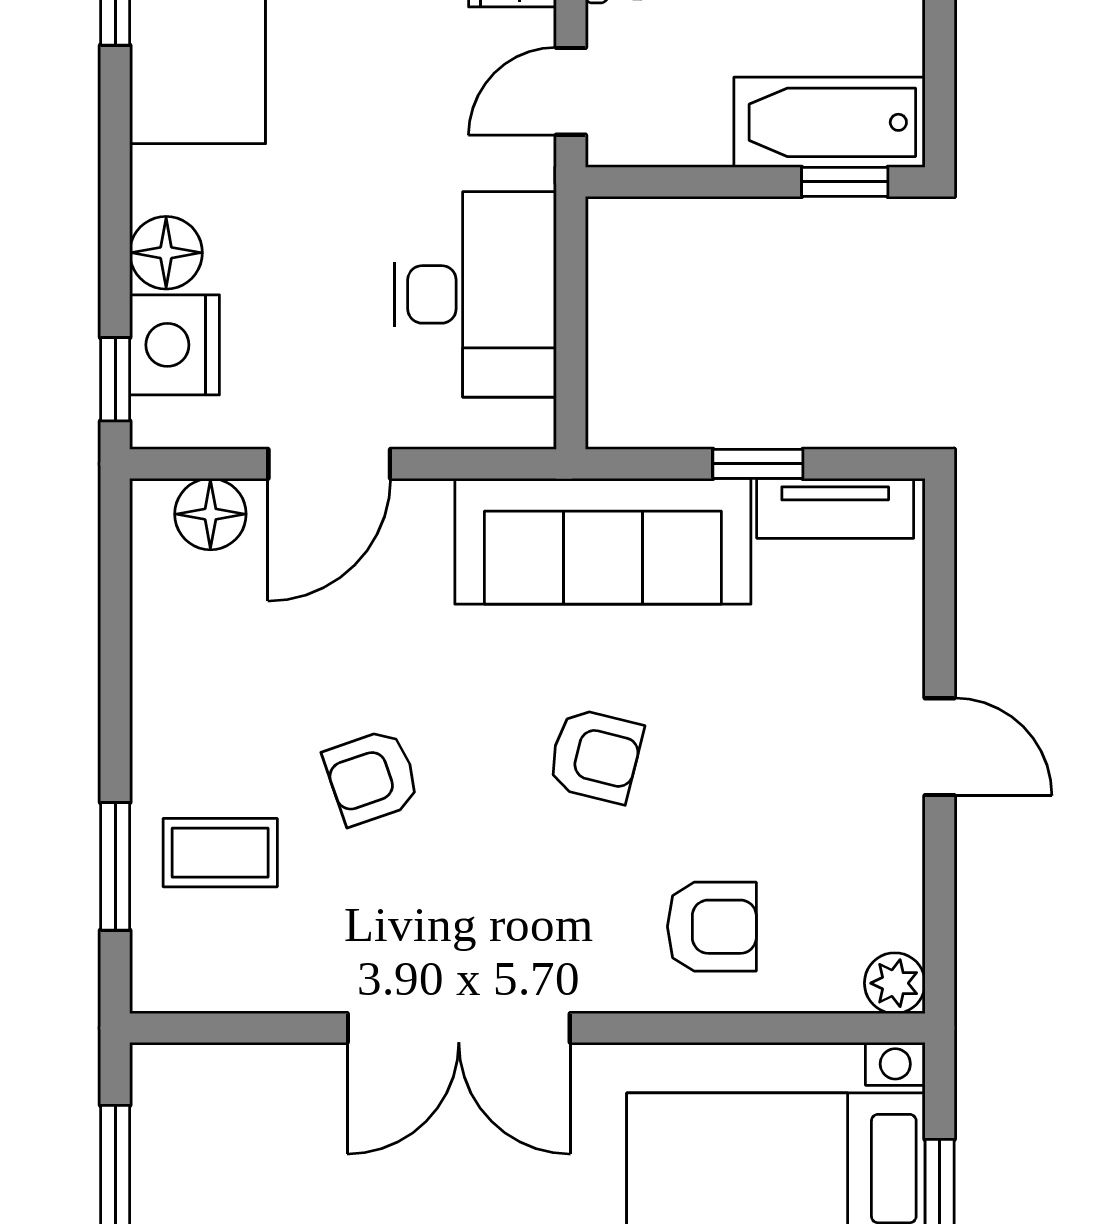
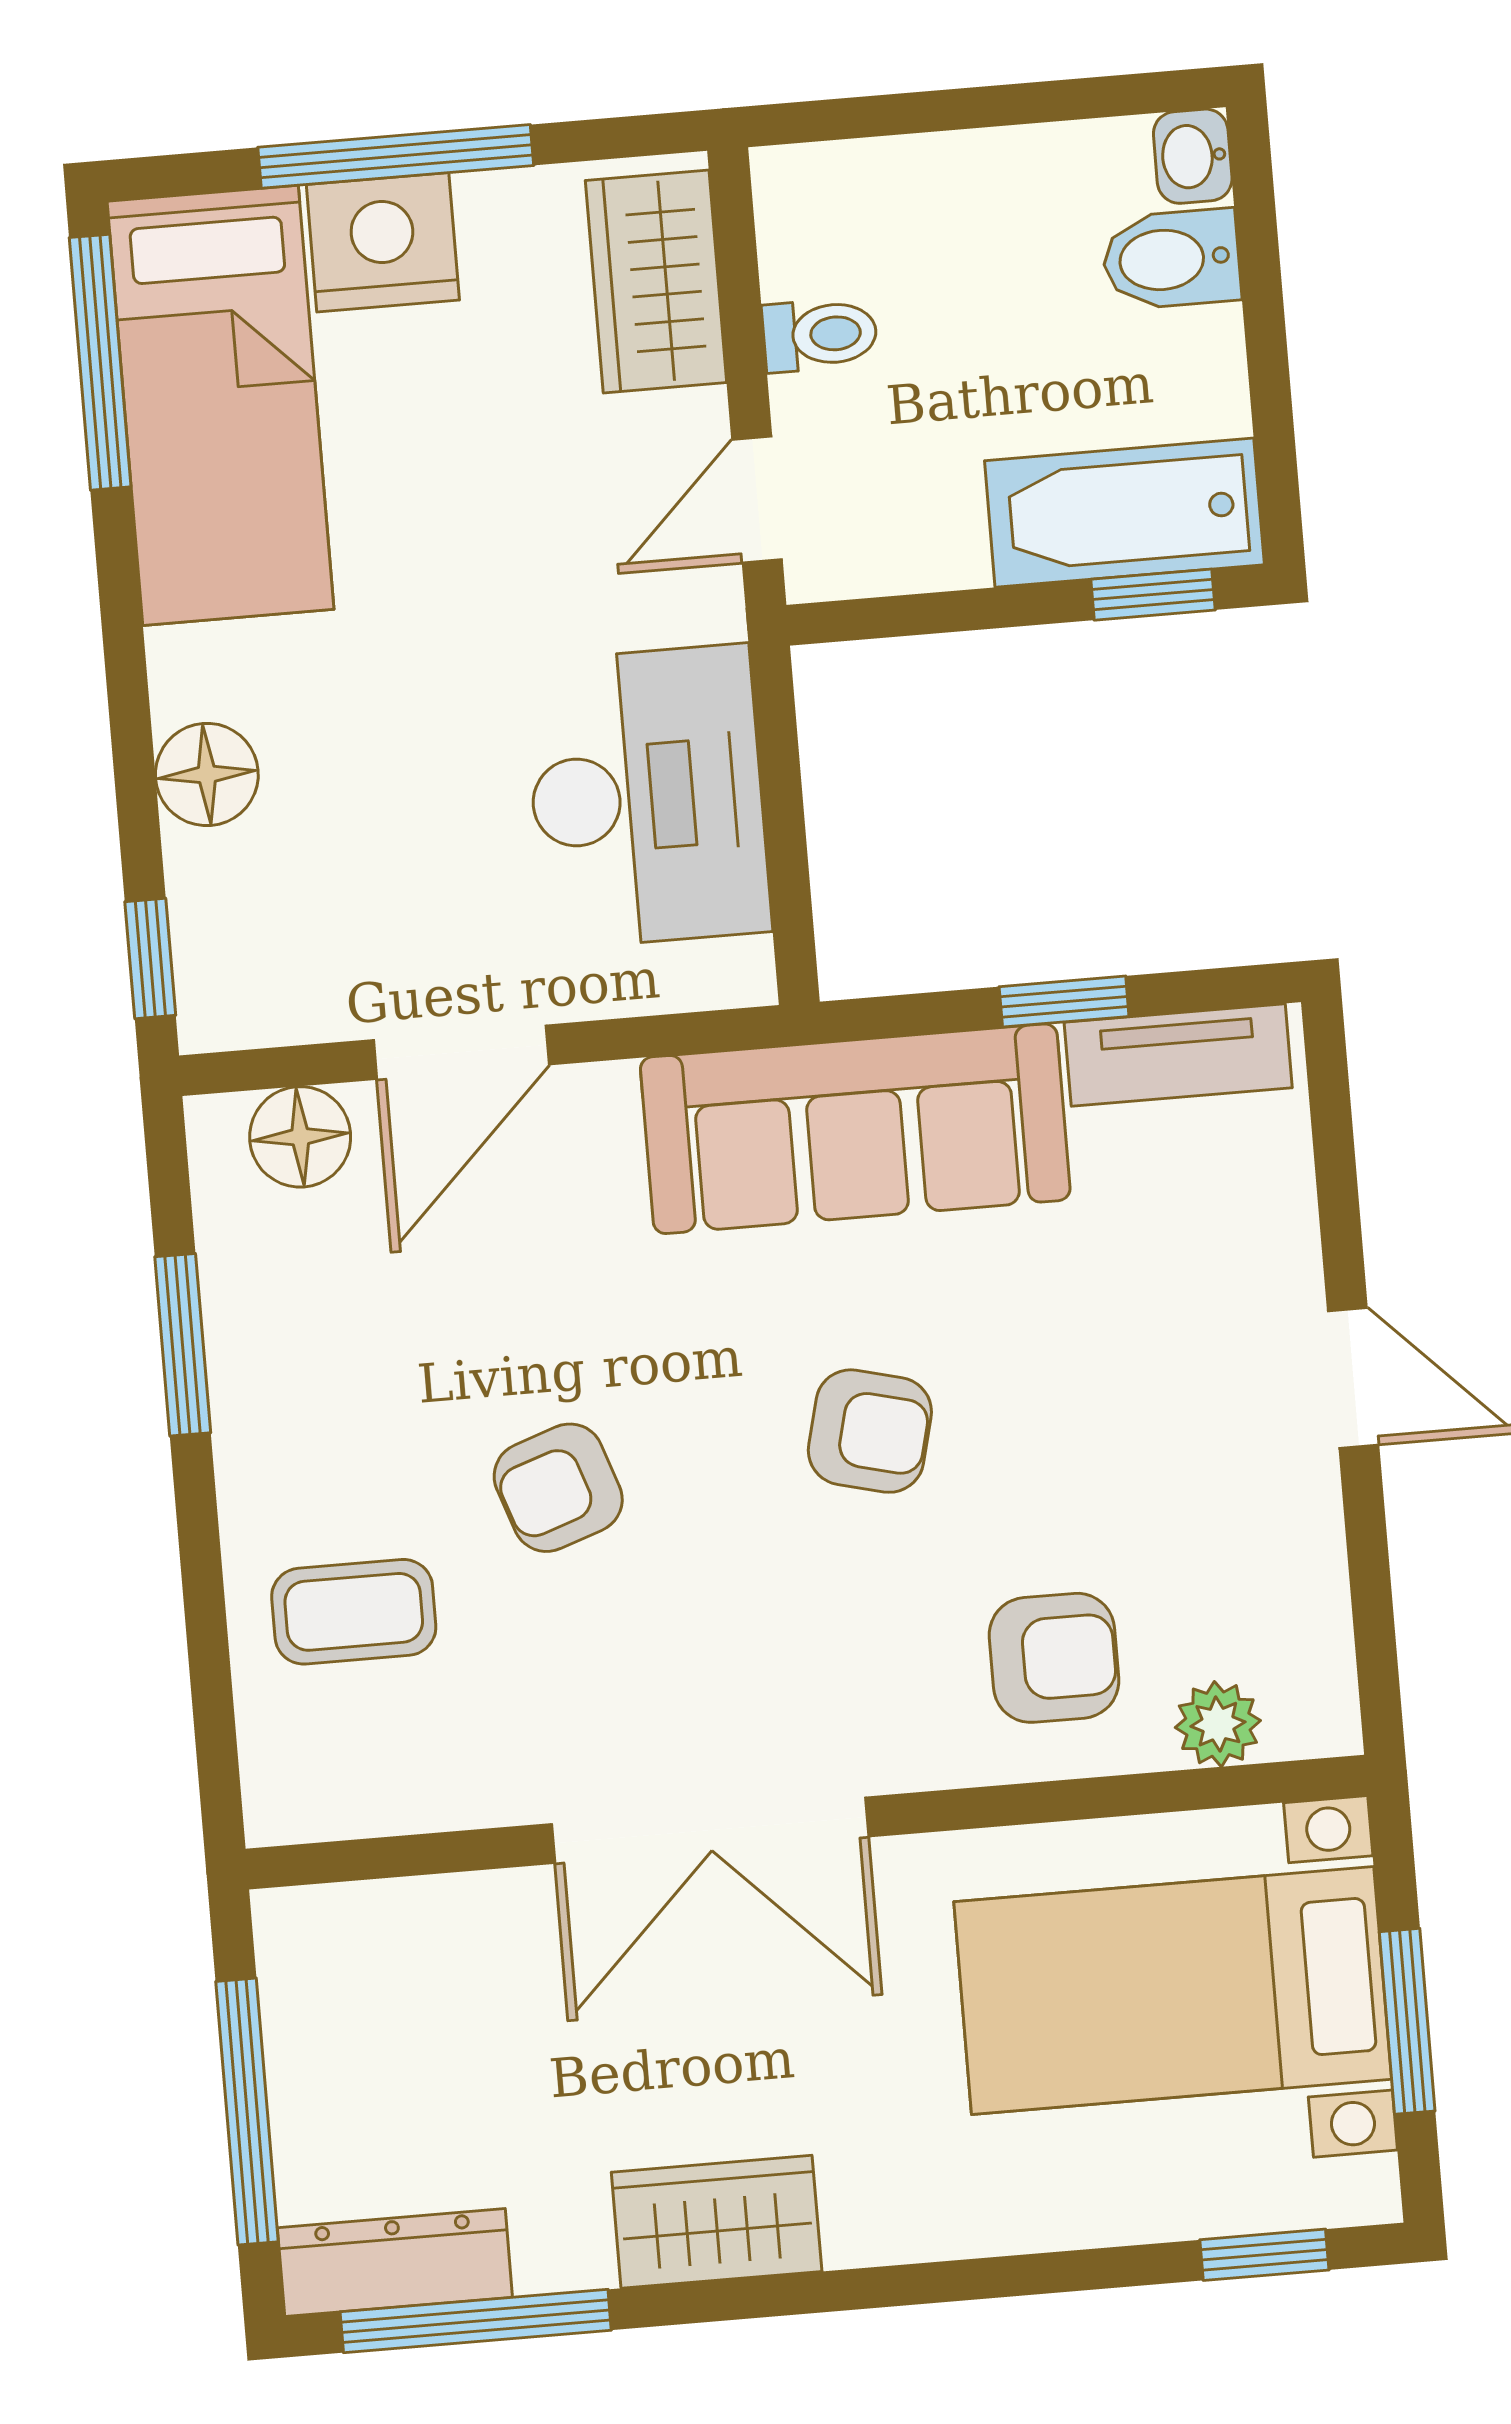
nightstand: (175, 345) -> (230, 903), removed
window: (115, 866) -> (183, 1345), moved
plant: (895, 983) -> (1218, 1724), moved

